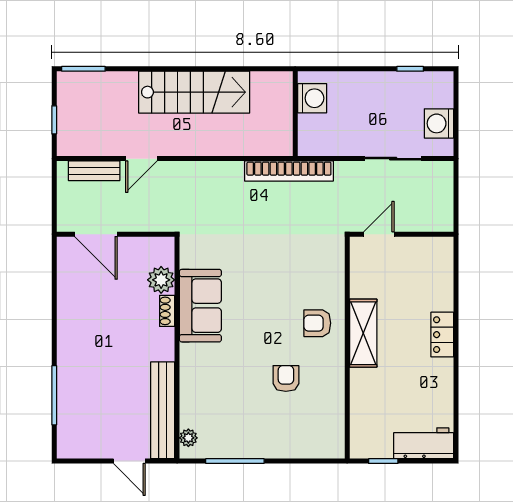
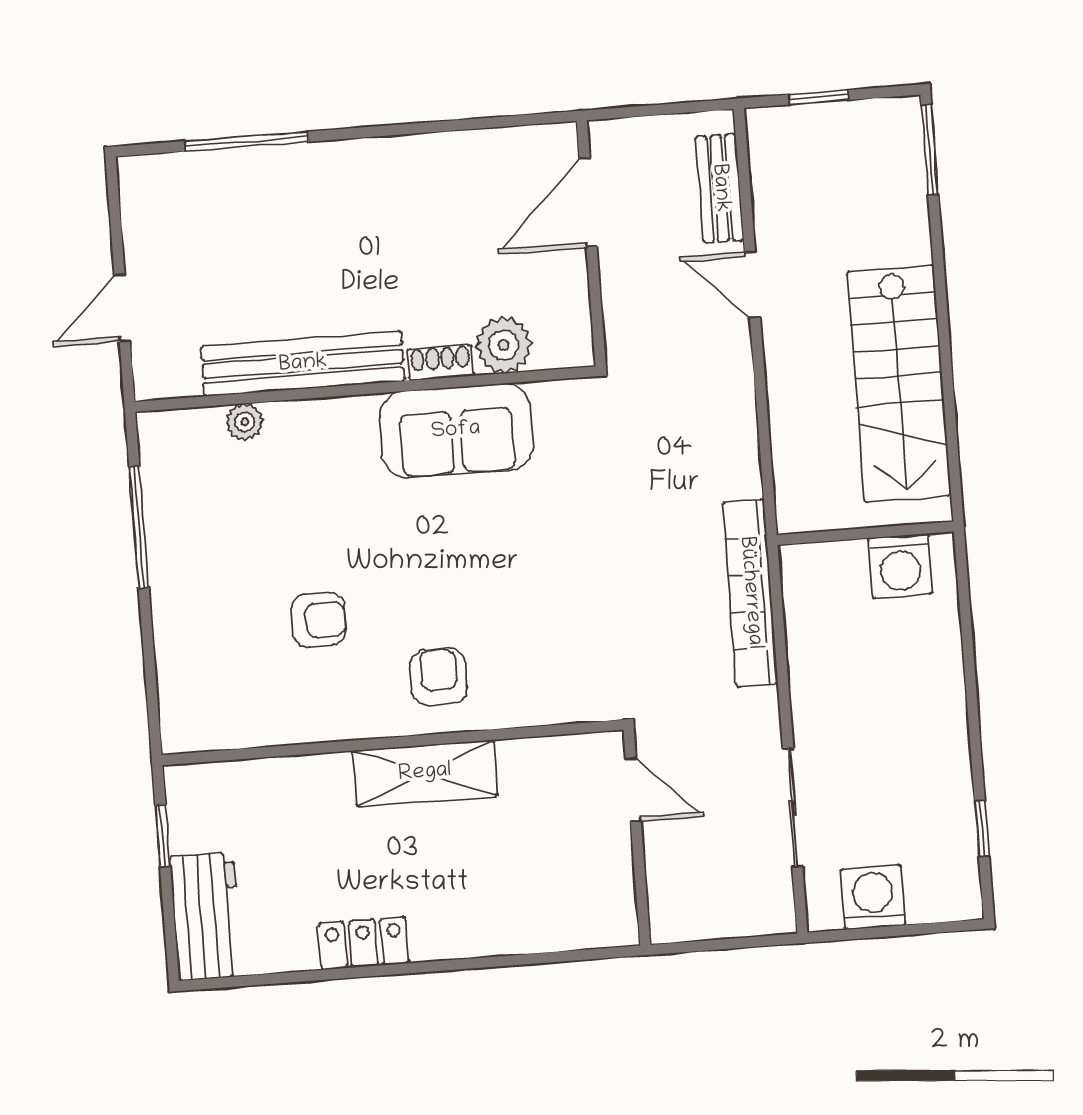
washing machine: (312, 98) -> (900, 566), moved
wall: (295, 114) -> (865, 533), moved
locker: (442, 335) -> (363, 943), moved
bench: (163, 410) -> (303, 364), moved
plant: (188, 438) -> (245, 422), moved

